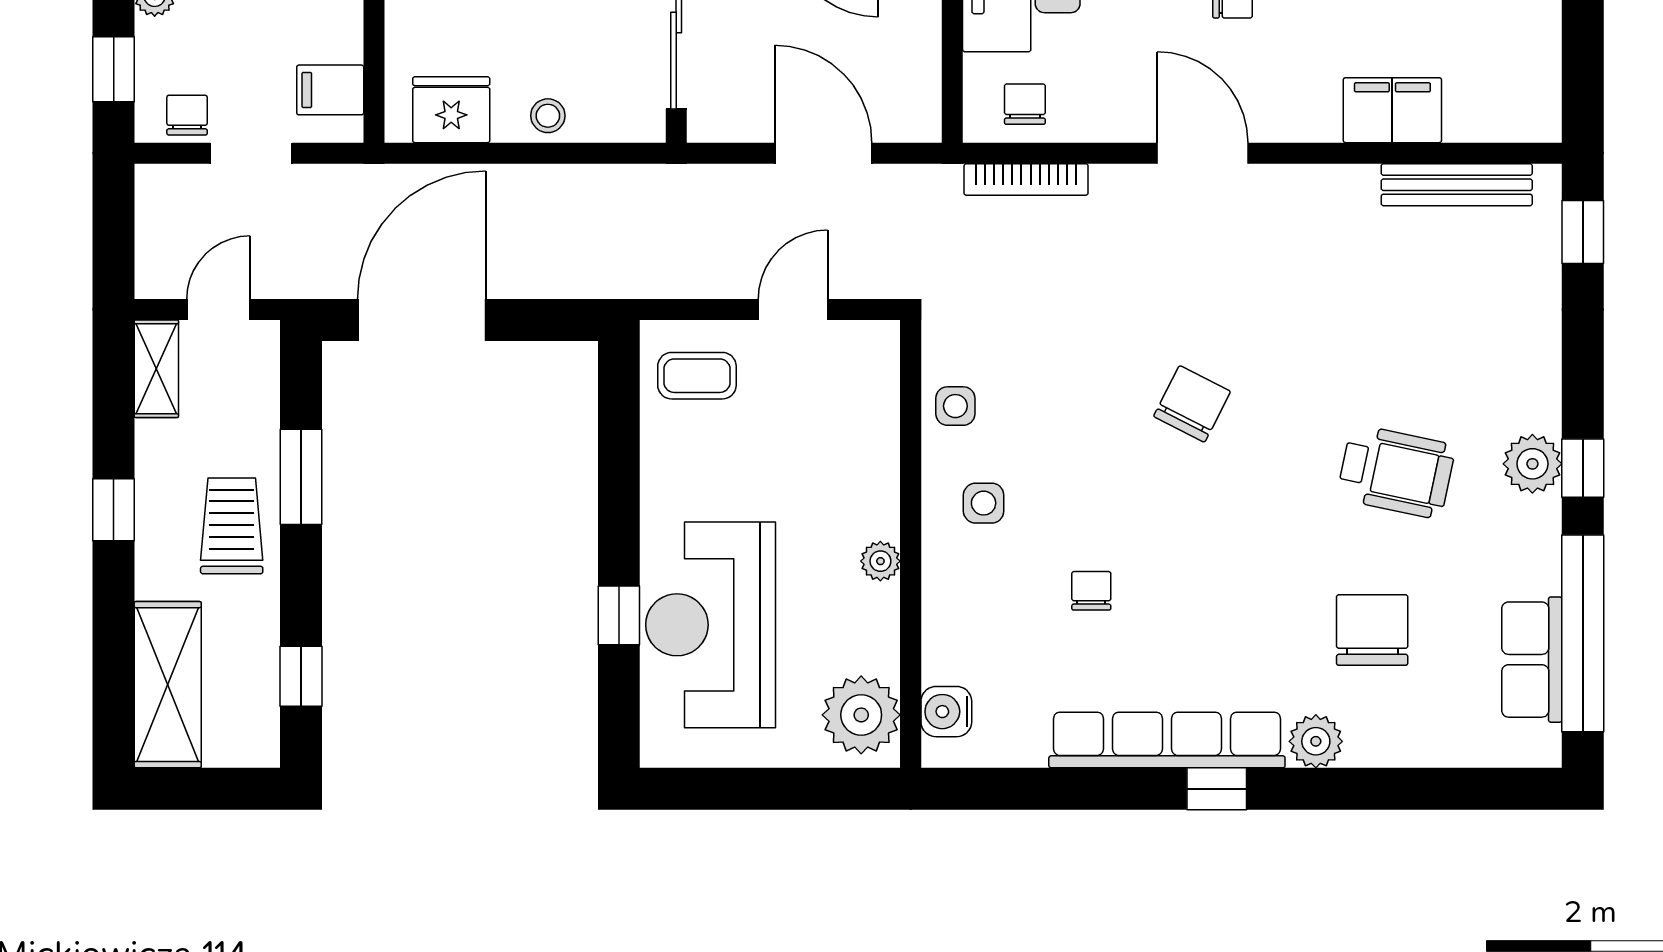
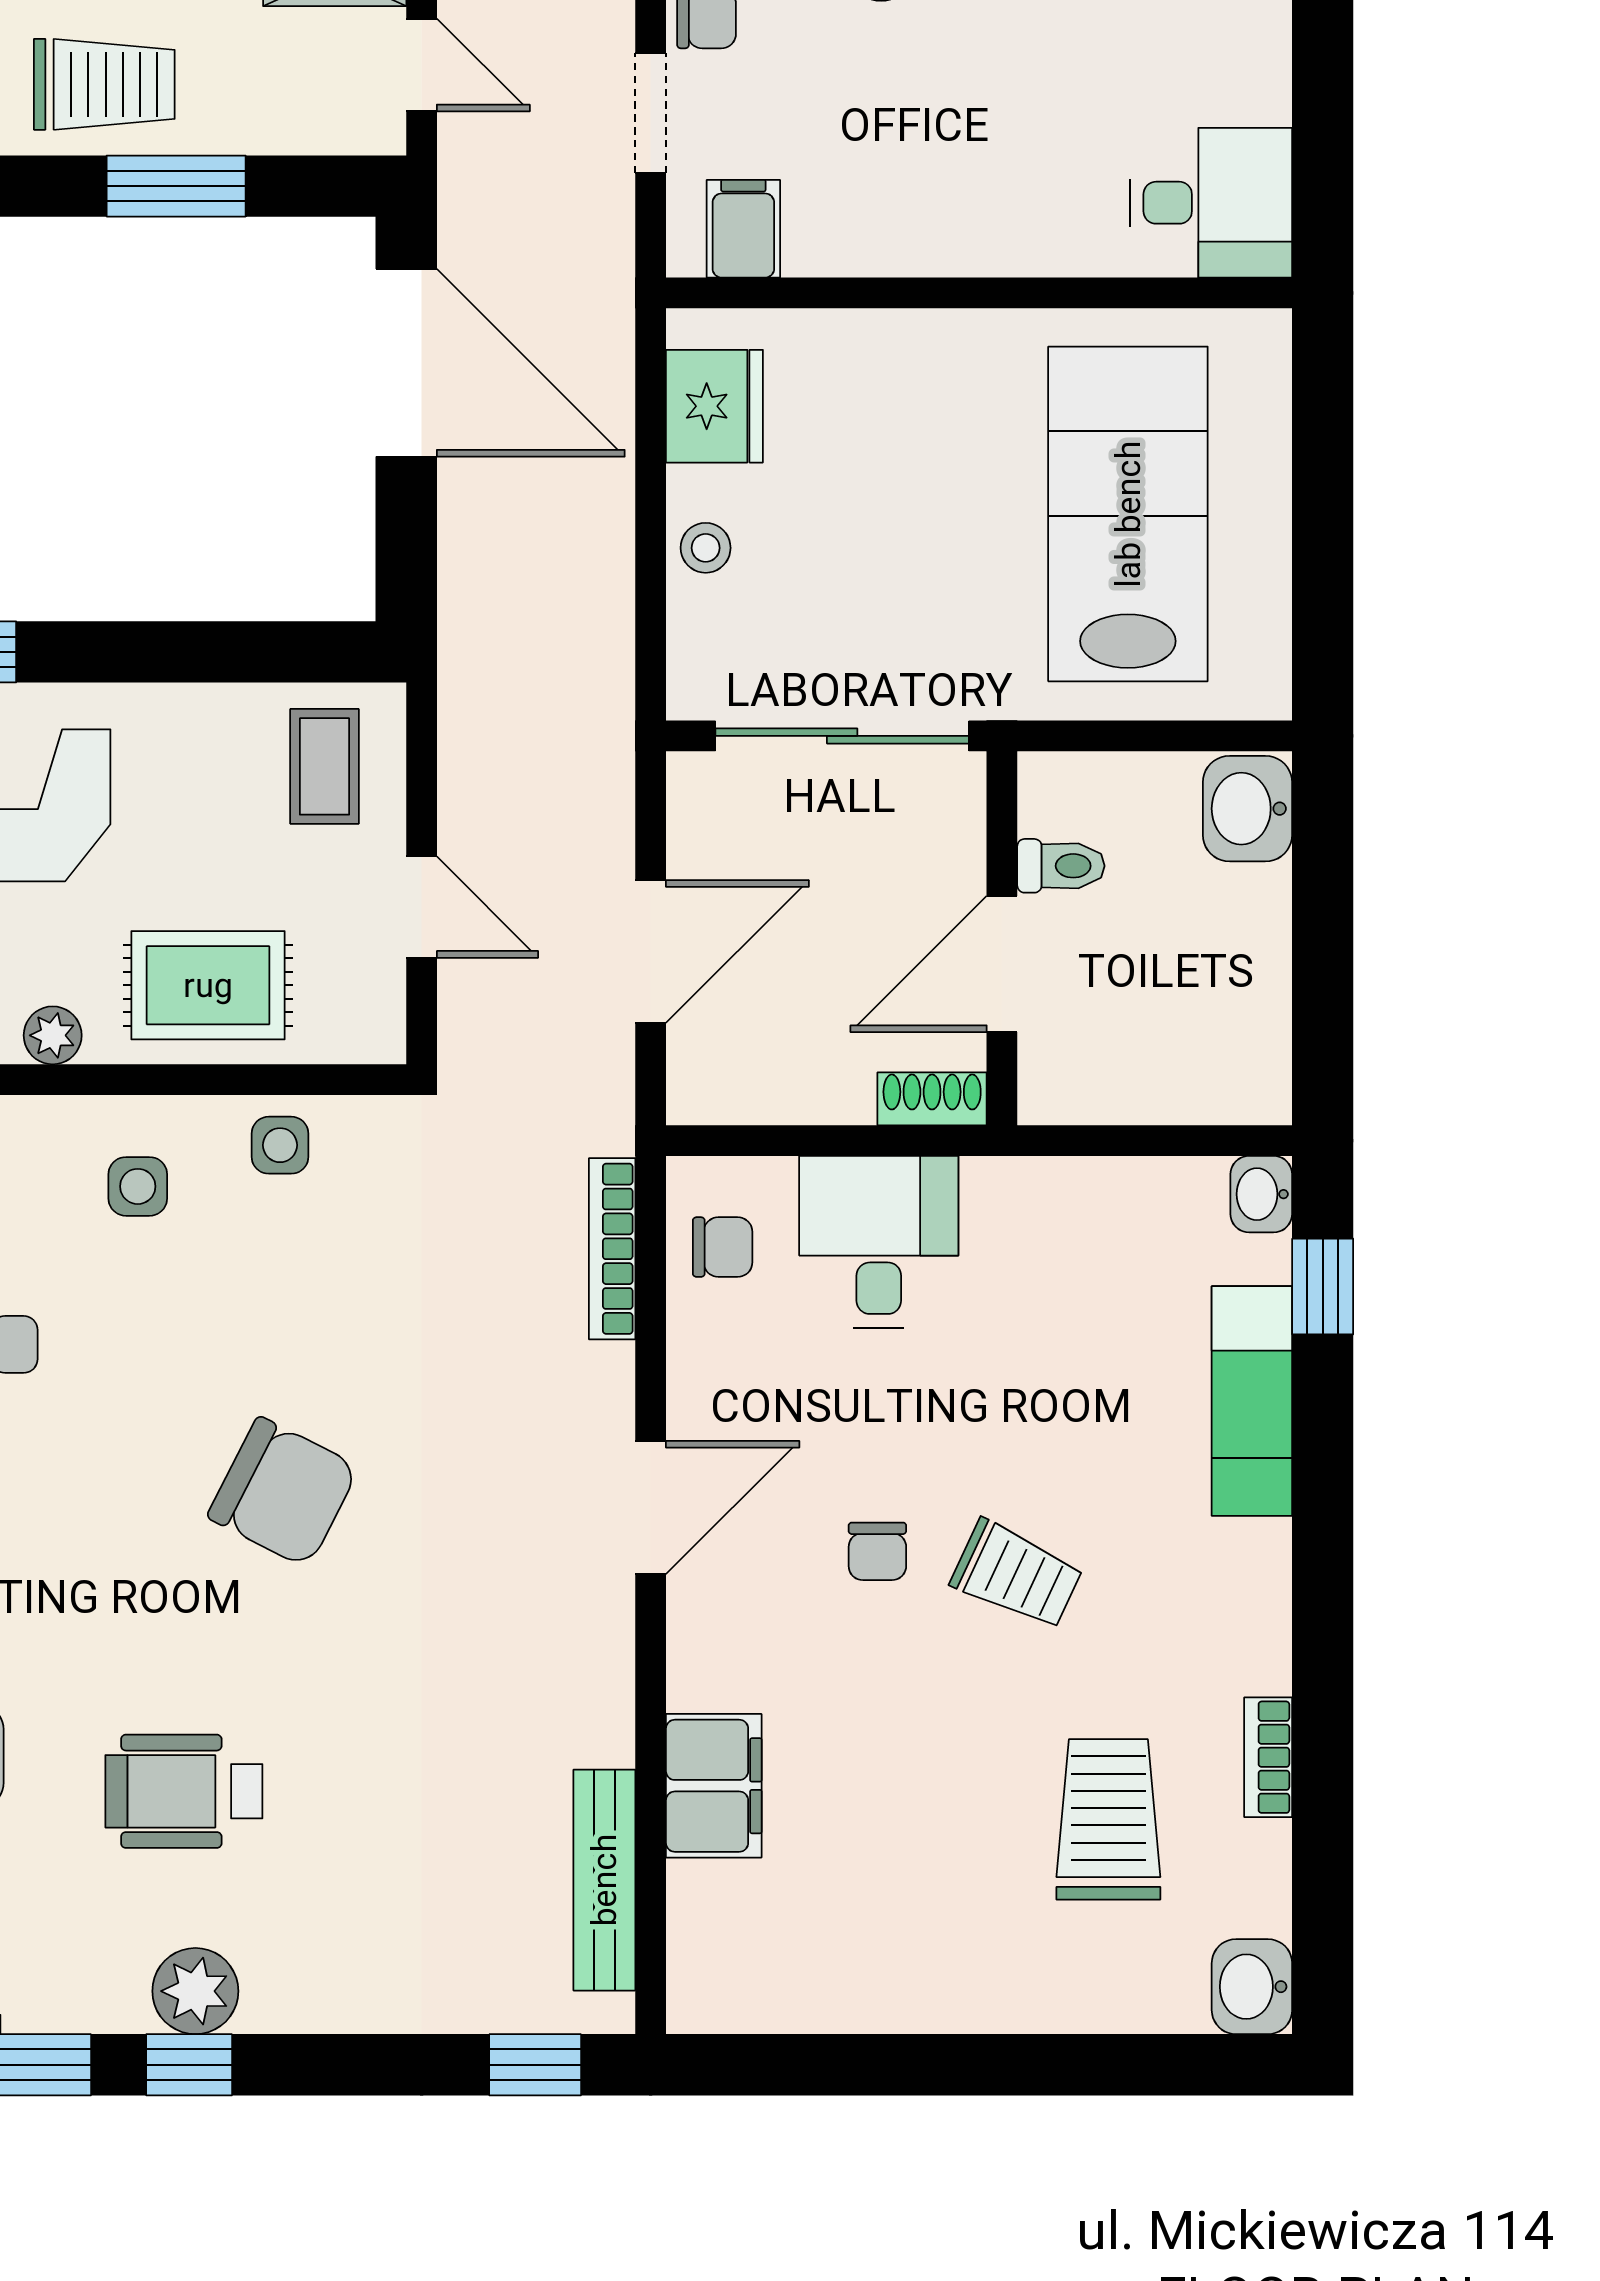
chair: (1192, 404) -> (283, 1492), width x1.37, depth x1.37
rug: (846, 455) -> (208, 985), added
wheelchair: (1396, 472) -> (184, 1791), turned 78

